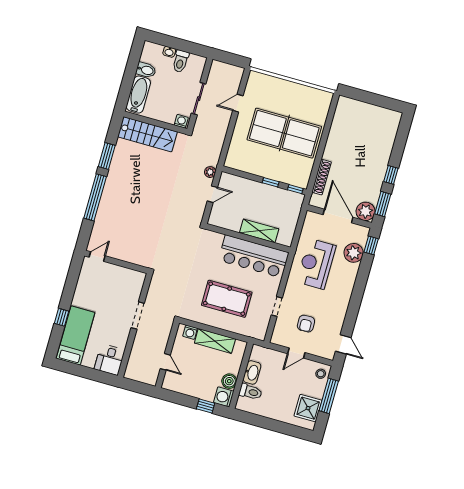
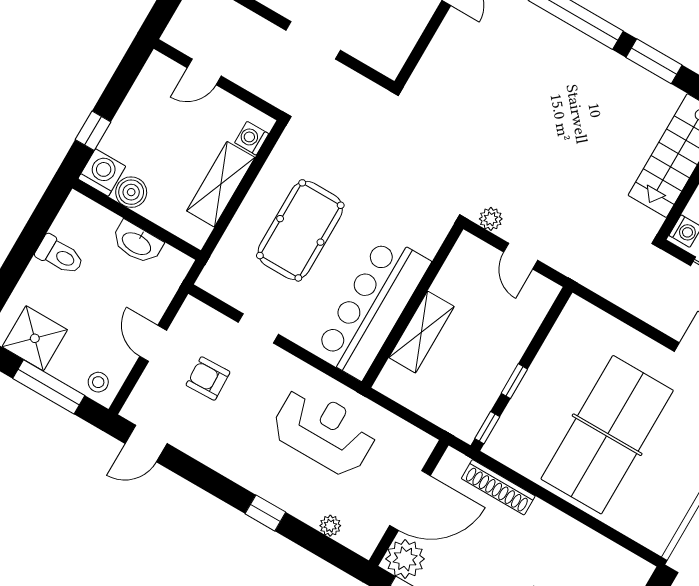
plant: (210, 172) -> (491, 219), moved
window: (371, 245) -> (265, 513), moved
plant: (354, 253) -> (330, 526), width x0.53, depth x0.53
toilet: (251, 392) -> (60, 255), moved, turned -90

